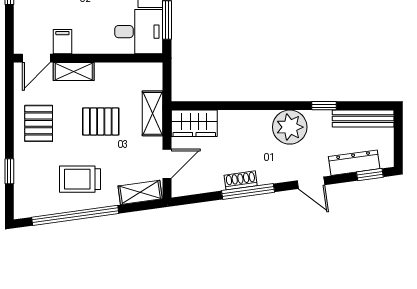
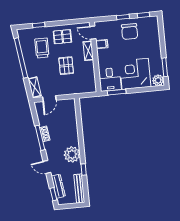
shelving: (153, 113) -> (72, 90), removed
wardrobe: (194, 123) -> (70, 110), removed
door: (167, 164) -> (49, 99), hinge flipped
trolley: (80, 179) -> (42, 48), moved
door: (311, 183) -> (47, 167), hinge flipped

